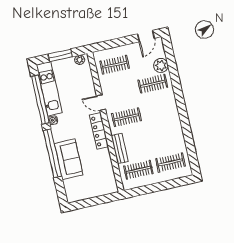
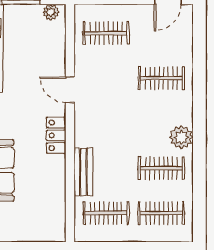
plant: (161, 65) -> (181, 137), moved
clothes rail: (126, 117) -> (161, 168), moved
locker: (99, 131) -> (56, 135), width x0.66

